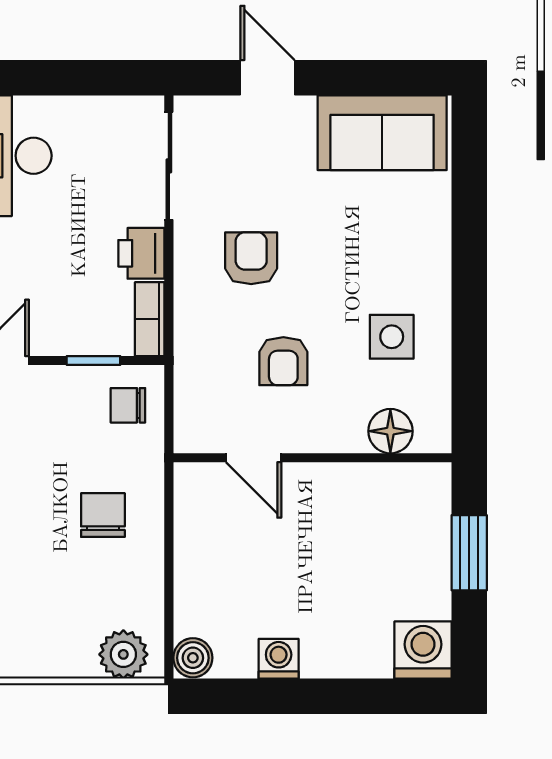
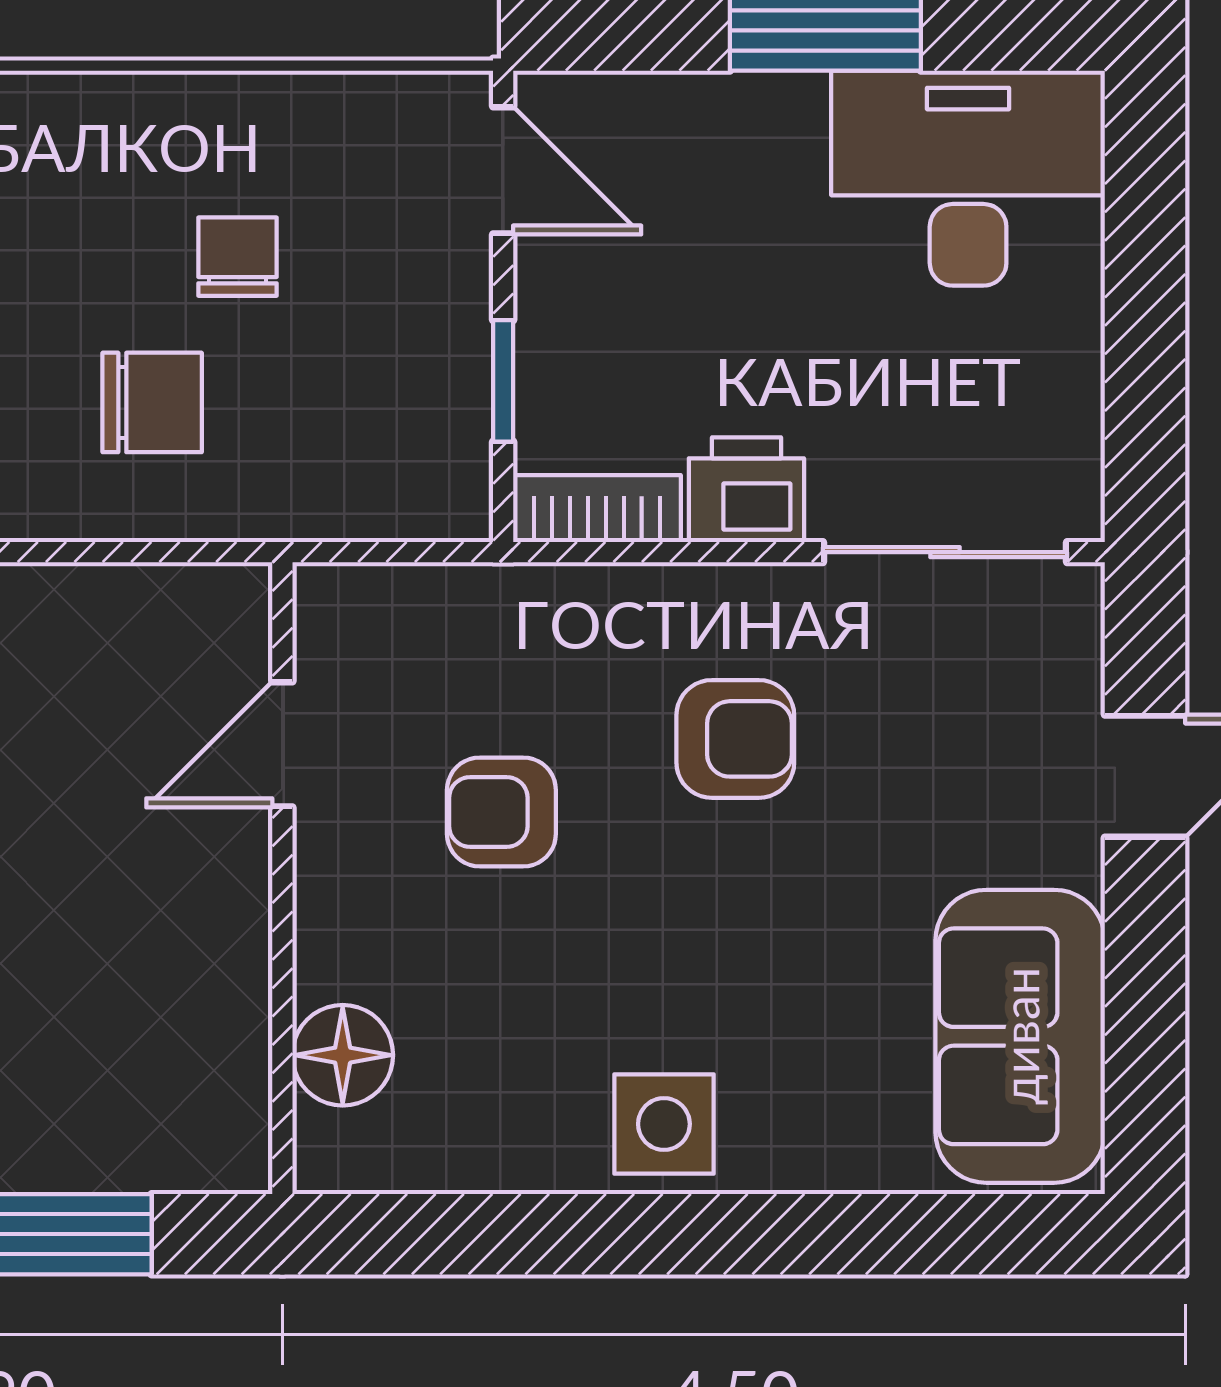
side table: (392, 337) -> (664, 1124), moved
chair: (128, 405) -> (237, 257), moved

